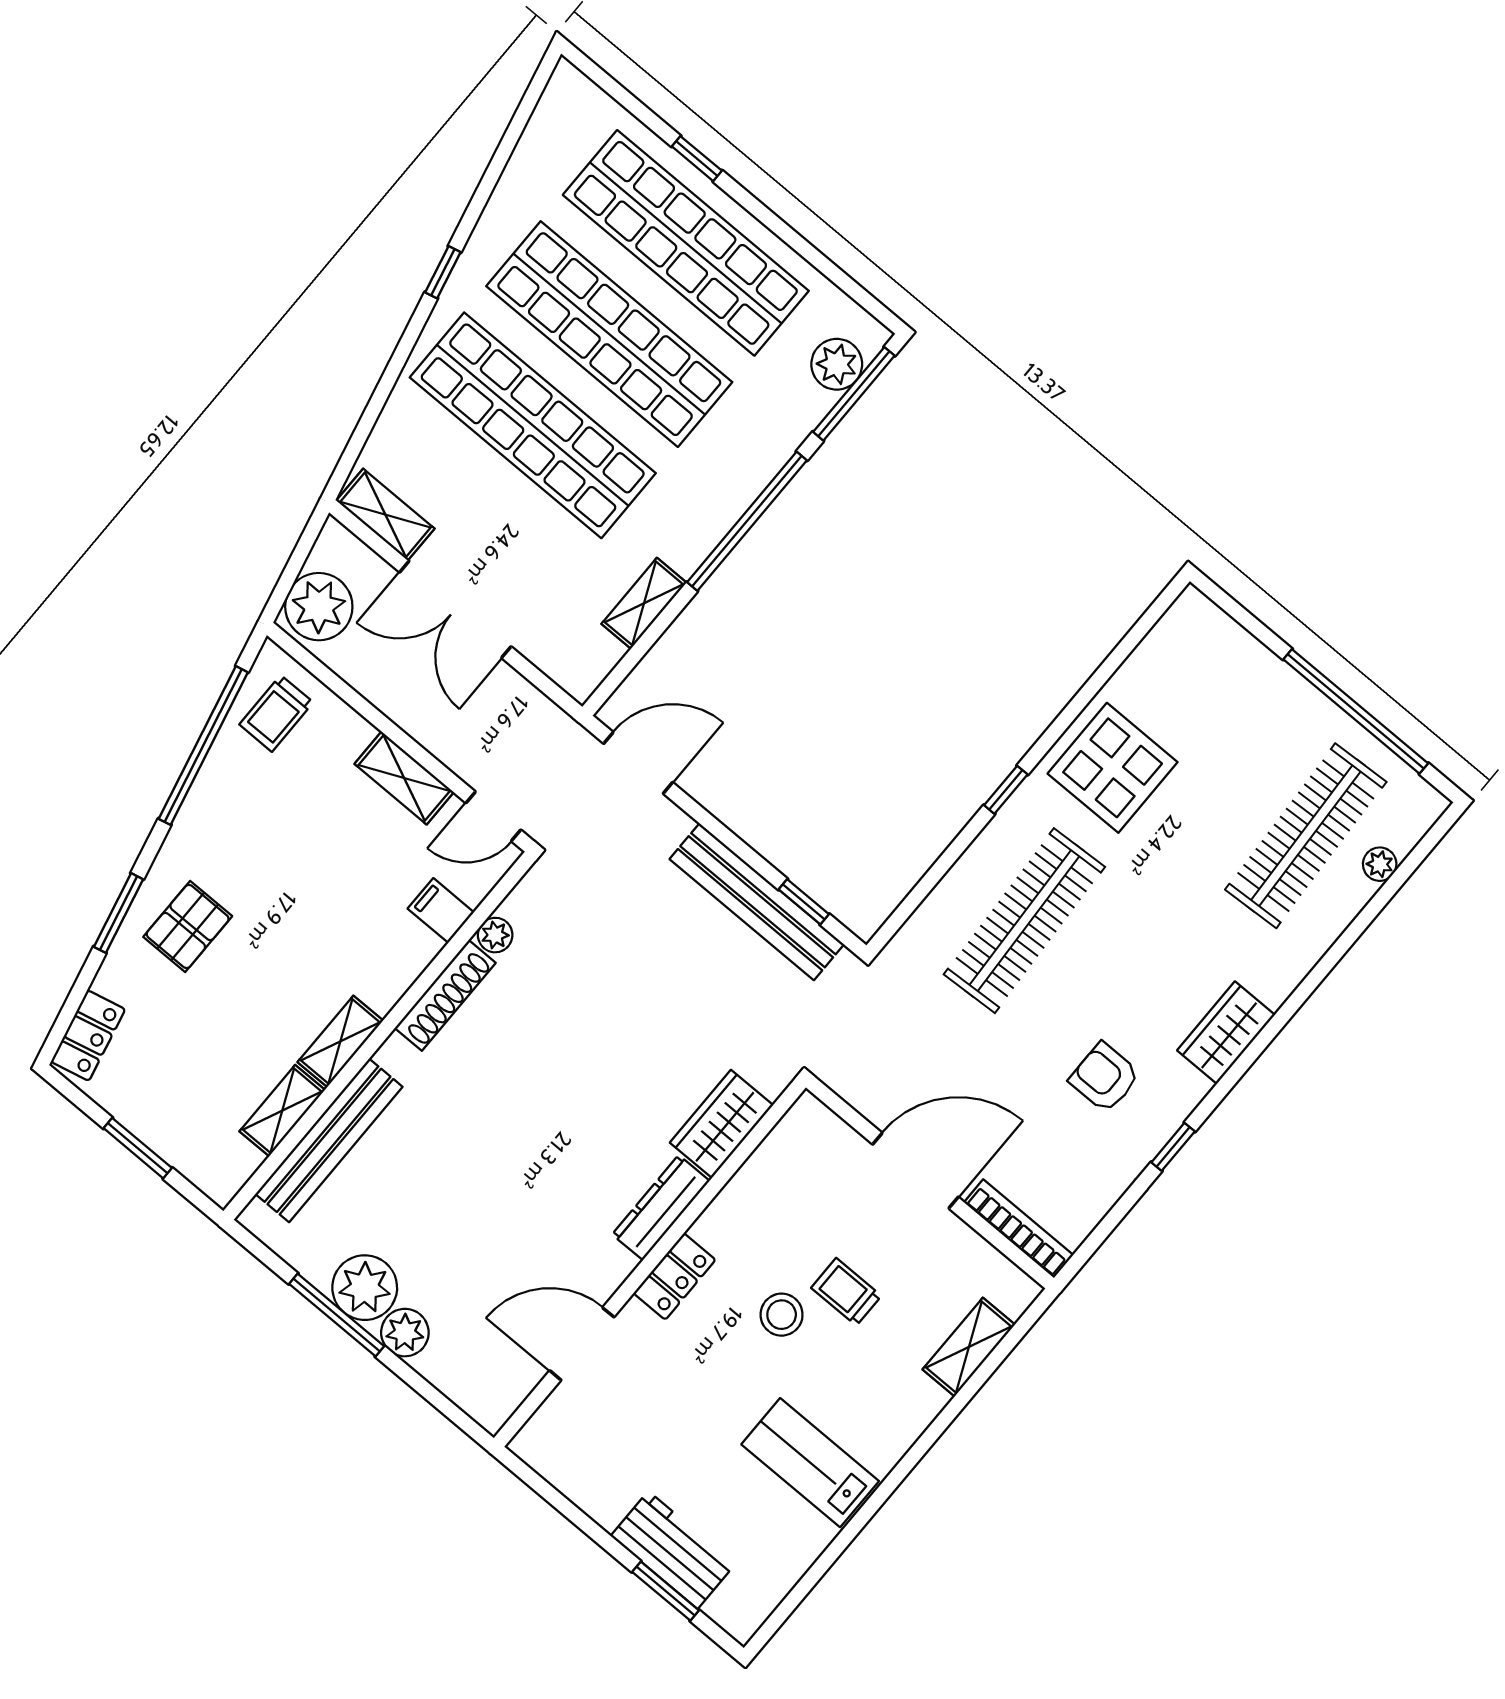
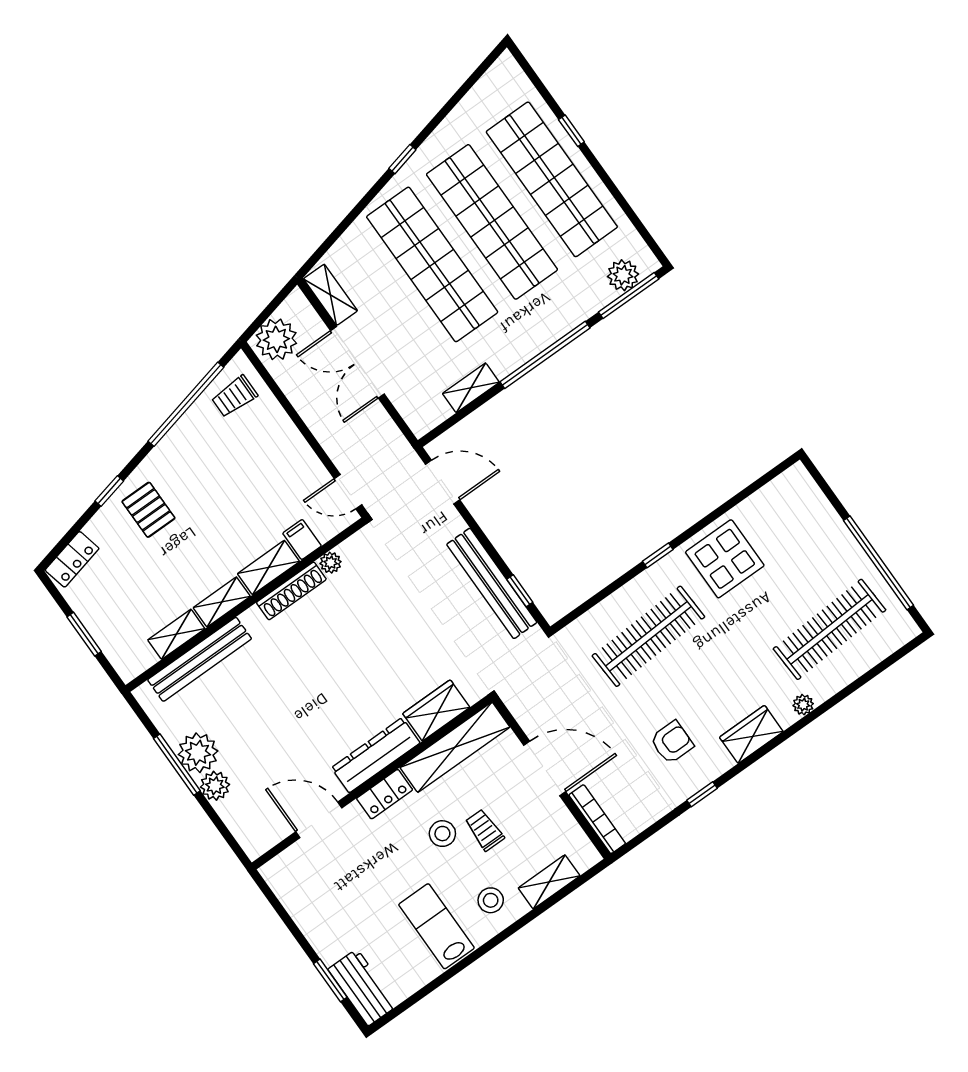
shelving: (404, 778) -> (268, 568), moved, turned 90
plant: (1380, 864) -> (803, 705), moved
window: (118, 913) -> (109, 491), width x0.67
pallet: (188, 926) -> (148, 510), turned 90
armchair: (1105, 1077) -> (672, 742), turned 90
shelving: (766, 1174) -> (455, 747), added
dresser: (661, 1208) -> (376, 755), width x1.37, depth x1.24
stool: (885, 1400) -> (491, 900), added
workbench: (673, 1550) -> (363, 987), moved

